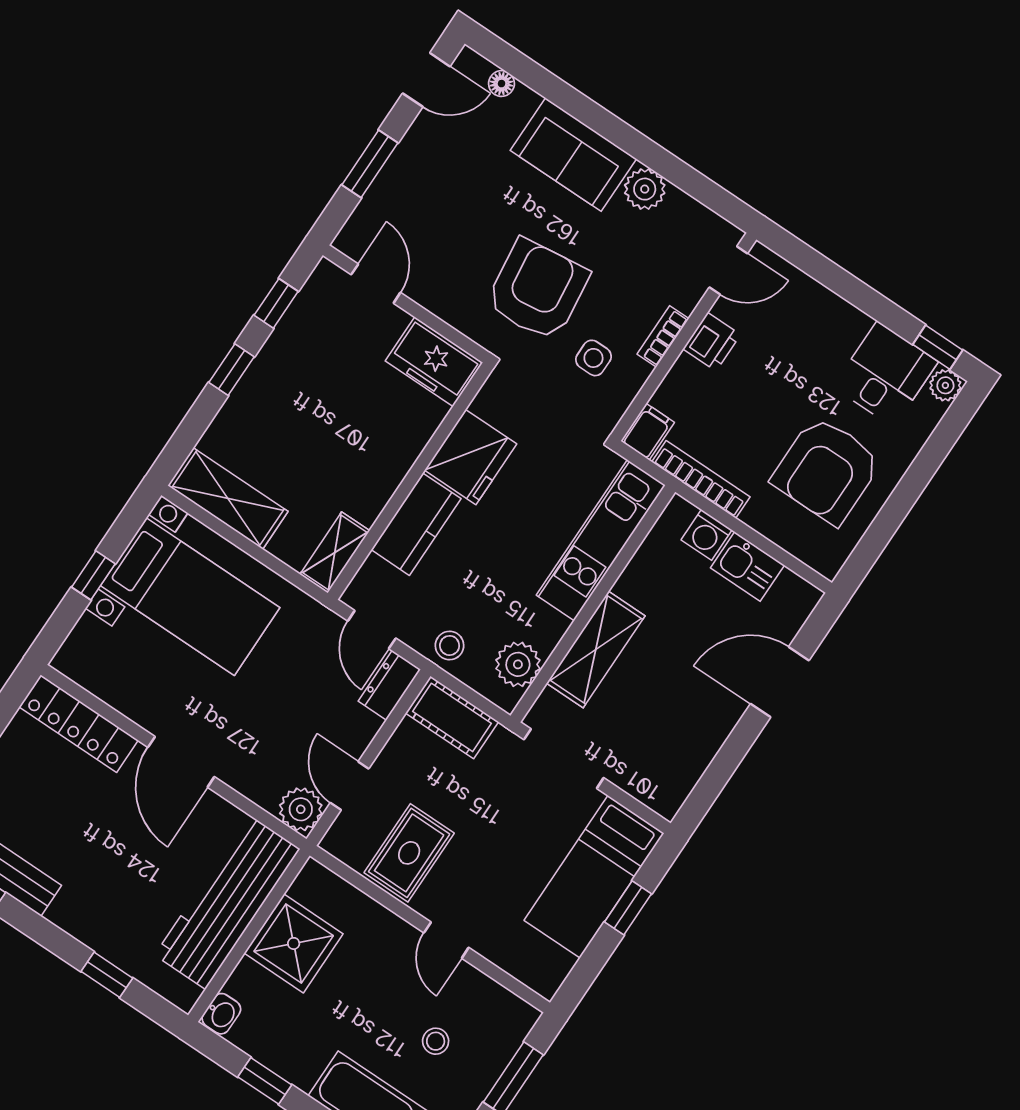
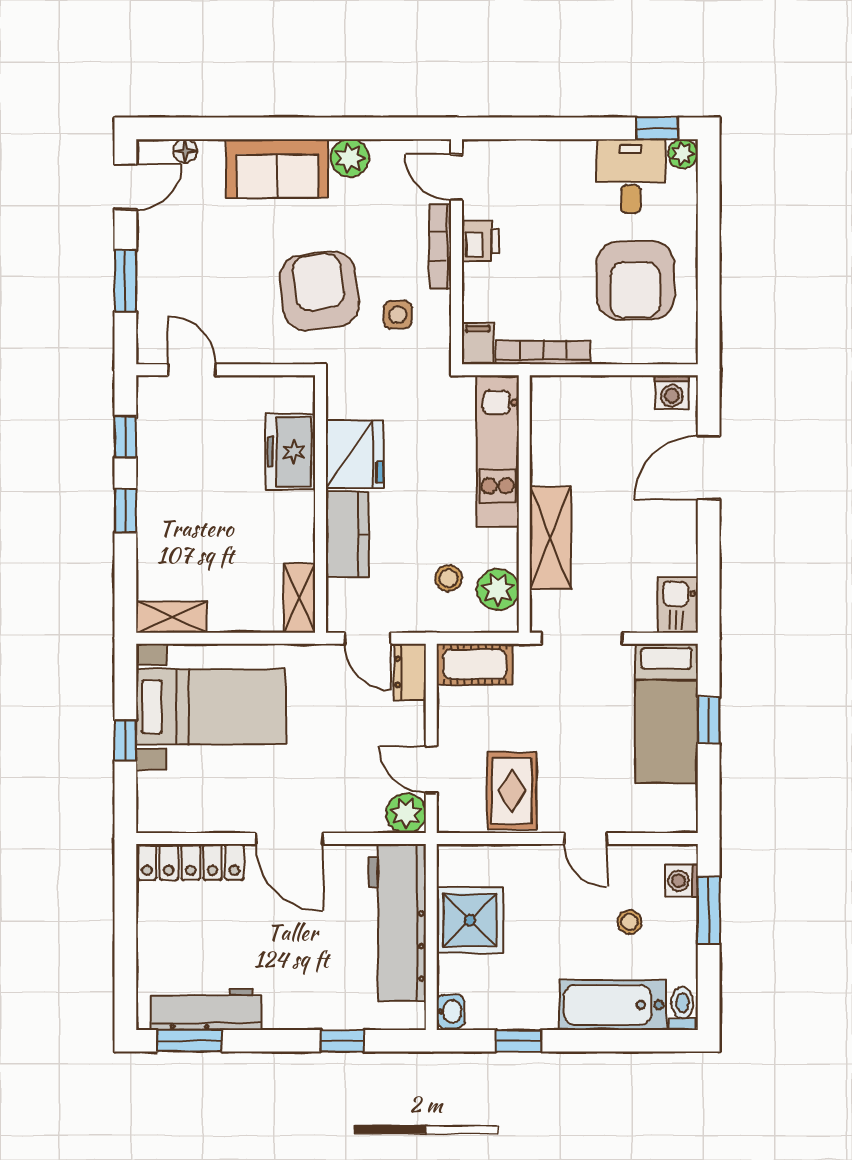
door: (728, 270) -> (456, 177), swing flipped
bookcase: (663, 336) -> (440, 247), width x1.56
freezer: (434, 362) -> (290, 452), moved, turned 90
shelving: (228, 498) -> (171, 617), width x0.67, depth x0.75
washing machine: (706, 535) -> (672, 392), moved
kitchen sink: (747, 567) -> (678, 605), moved, turned 90
stool: (450, 645) -> (448, 578), moved
washing machine: (507, 1036) -> (682, 881), added

